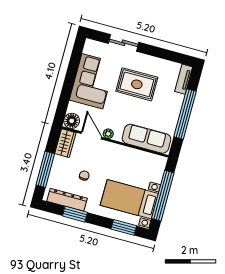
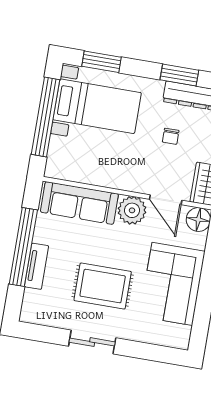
sliding door: (123, 43) -> (92, 342), moved
tv unit: (184, 79) -> (37, 266), moved
plant: (108, 134) -> (132, 210), width x1.88, depth x1.88

